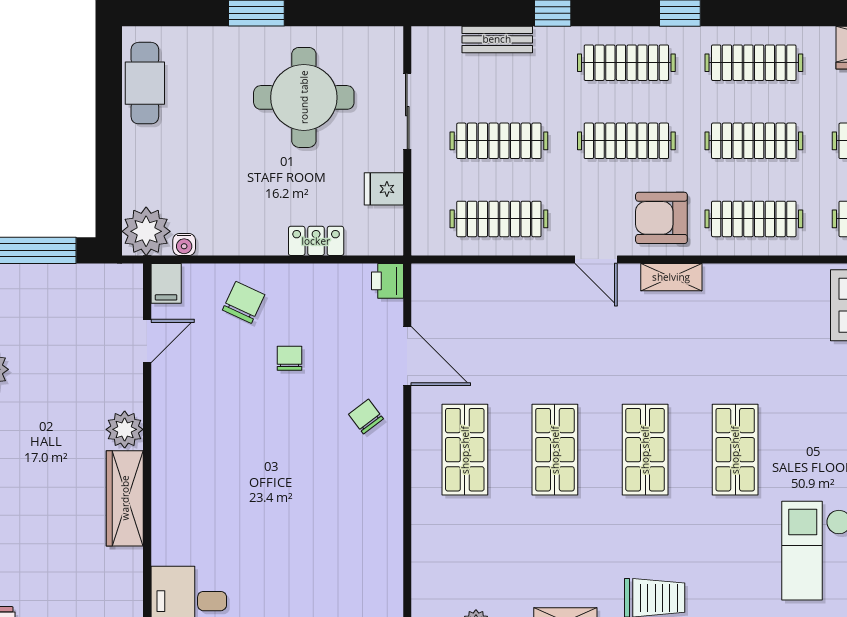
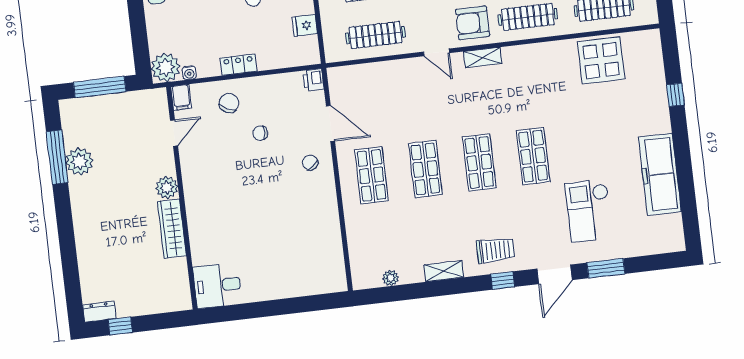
locker: (316, 241) -> (238, 65), moved
chair: (290, 358) -> (260, 133), turned -90

